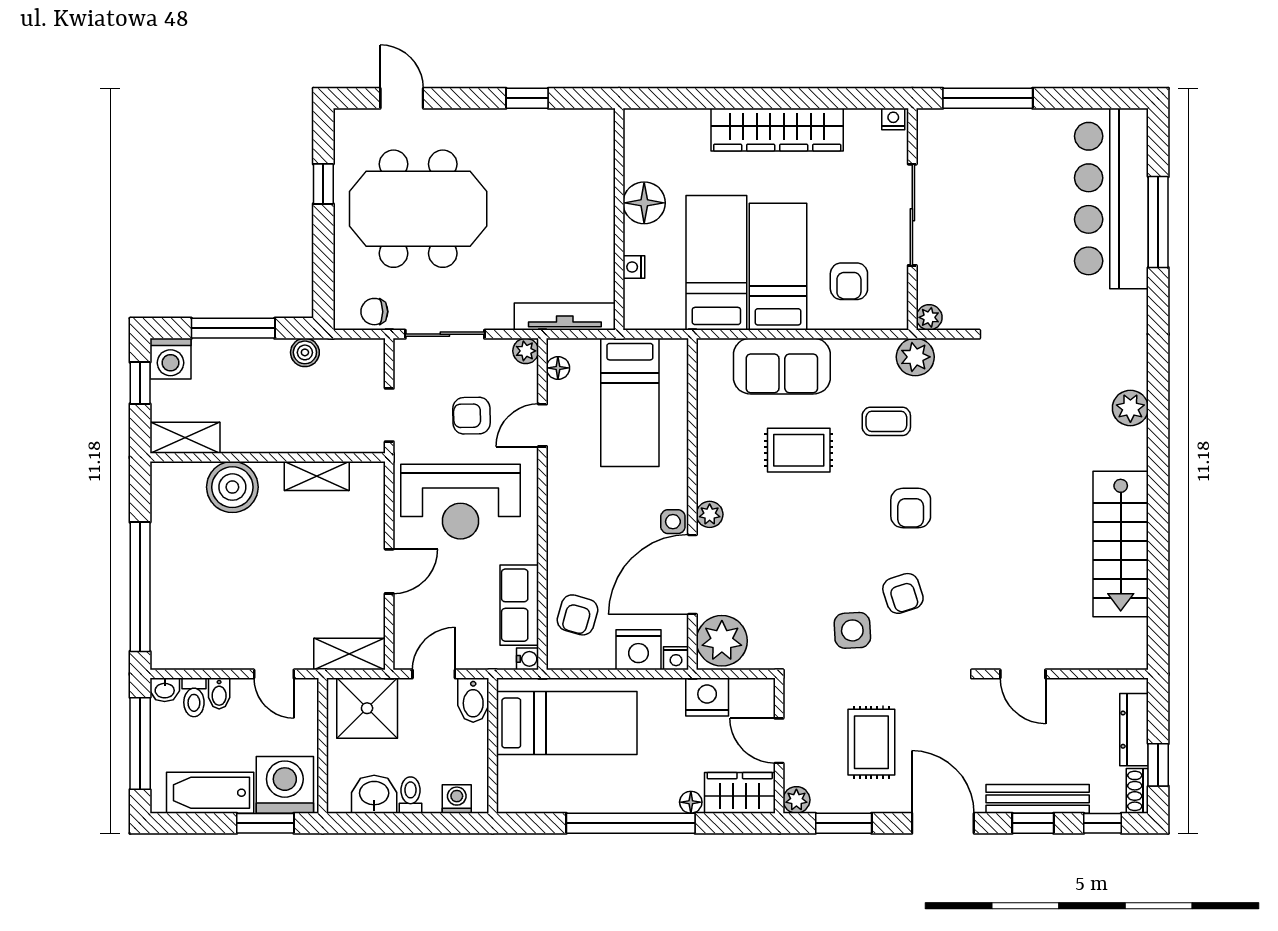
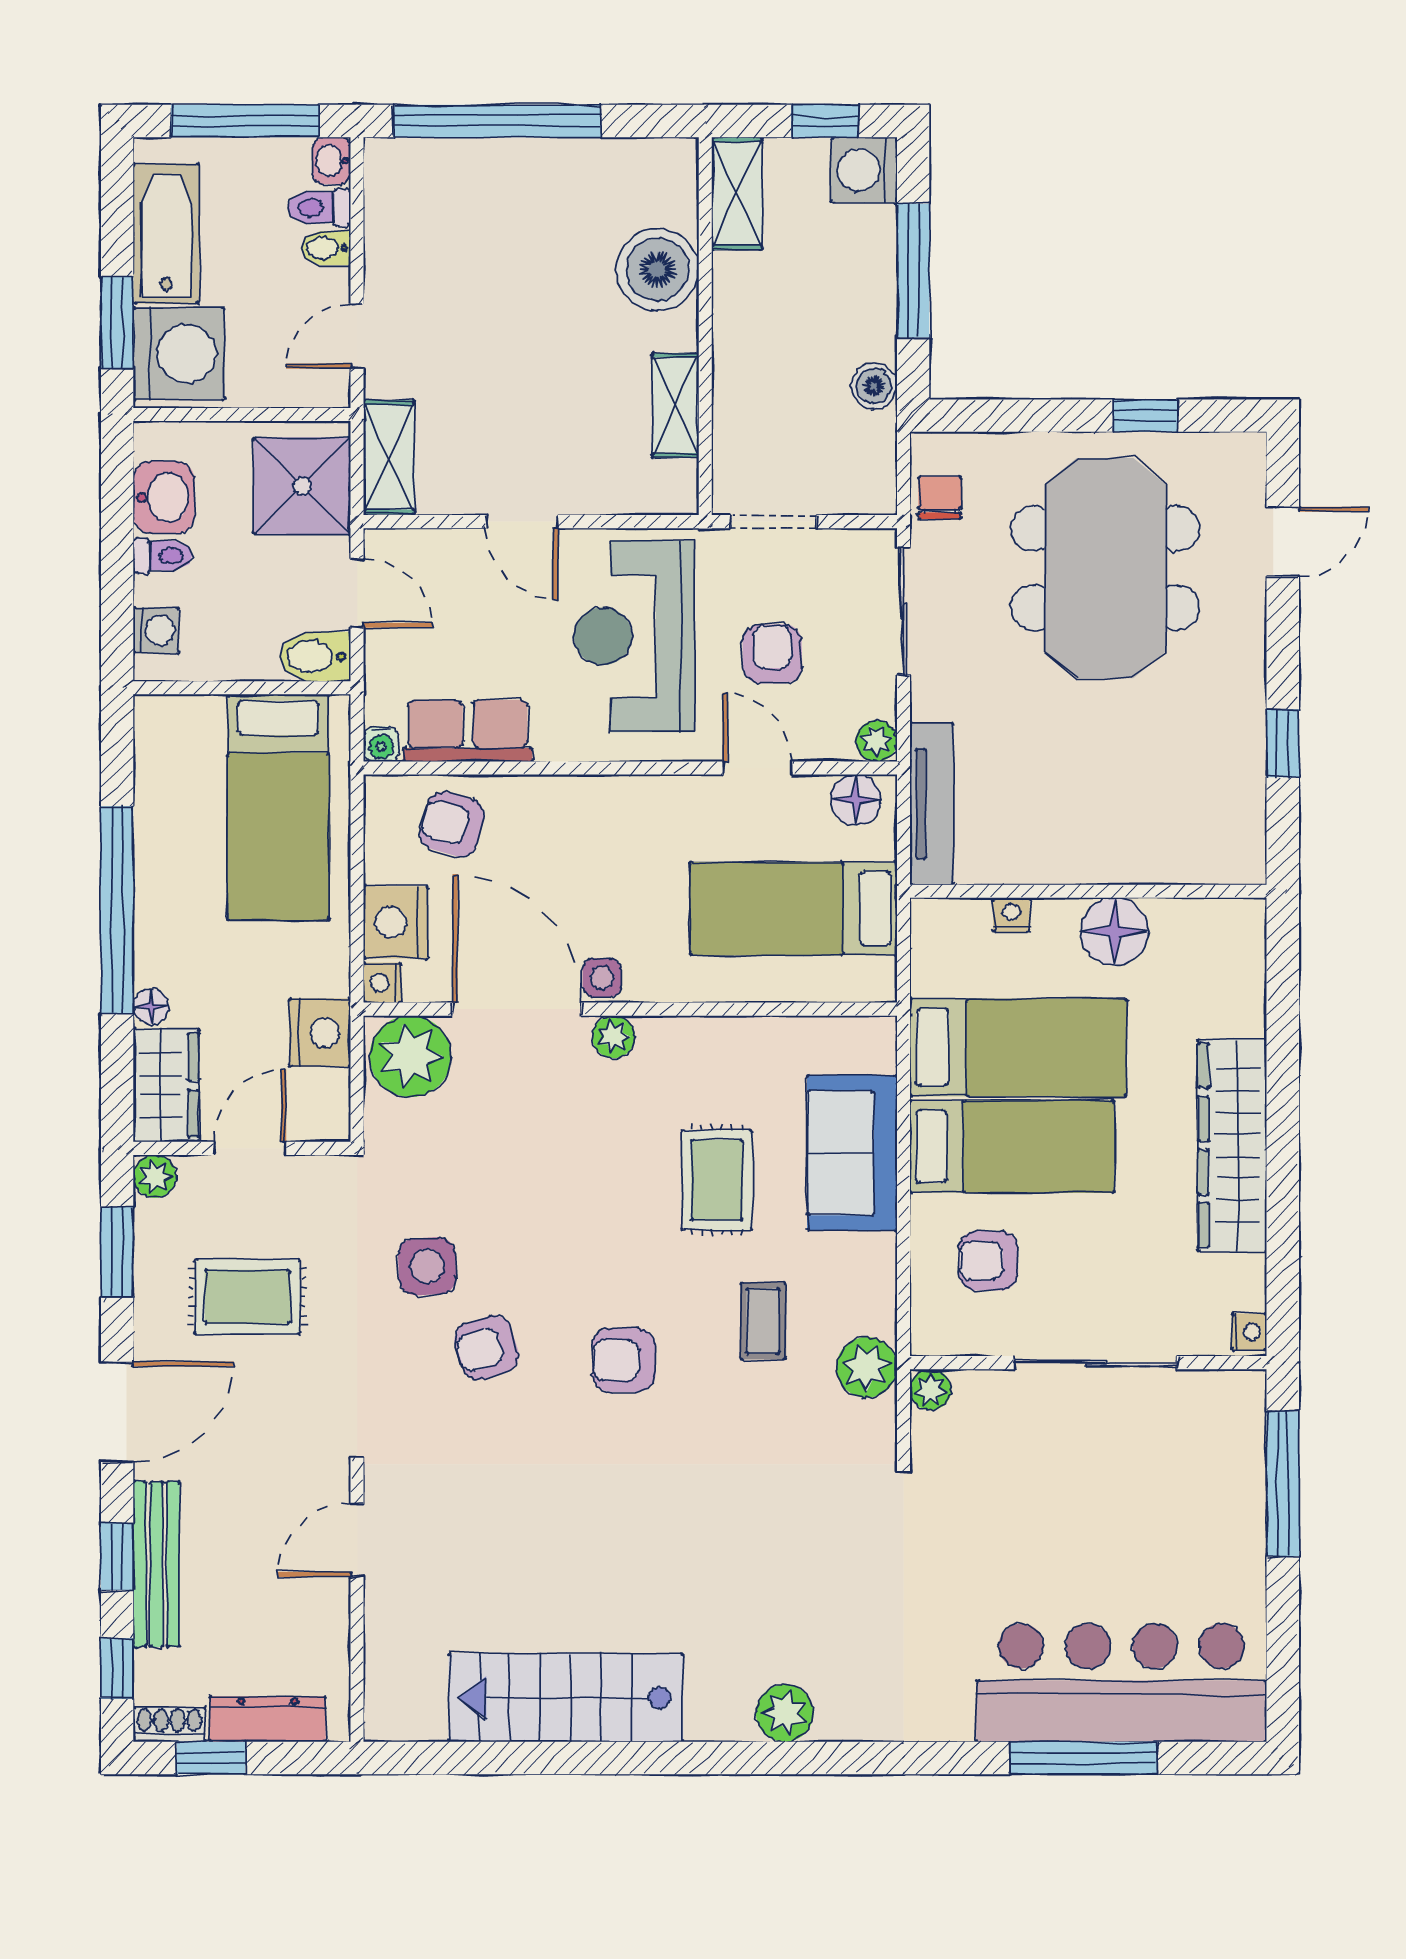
floor lamp: (558, 368) -> (856, 800), width x1.37, depth x1.37

